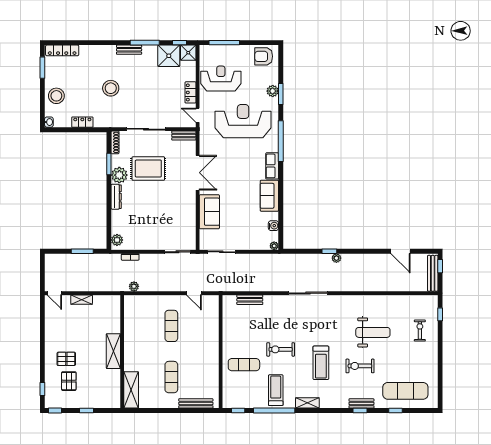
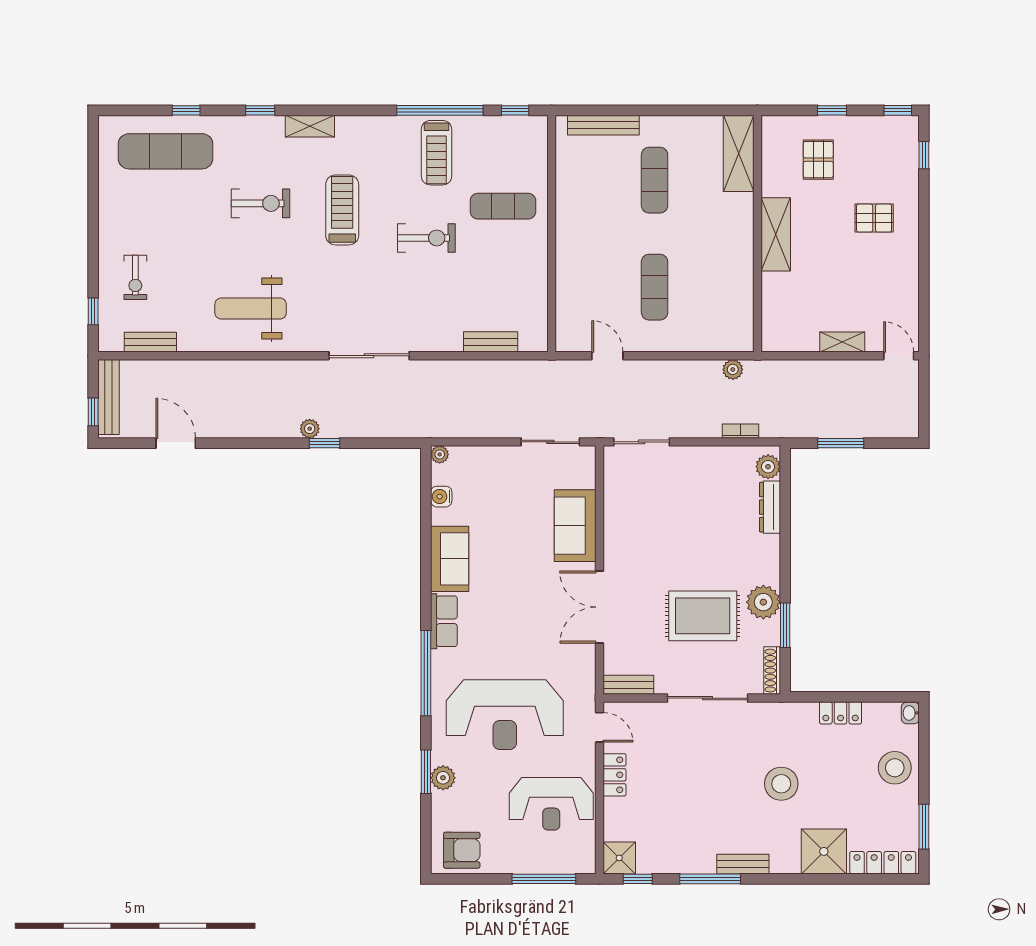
shower: (169, 56) -> (824, 851), moved
dresser: (116, 197) -> (770, 507), moved
weight bench: (373, 332) -> (251, 309), moved
pallet: (69, 381) -> (818, 160), moved
shelving: (307, 403) -> (310, 126), moved
bench: (361, 403) -> (150, 342), moved

